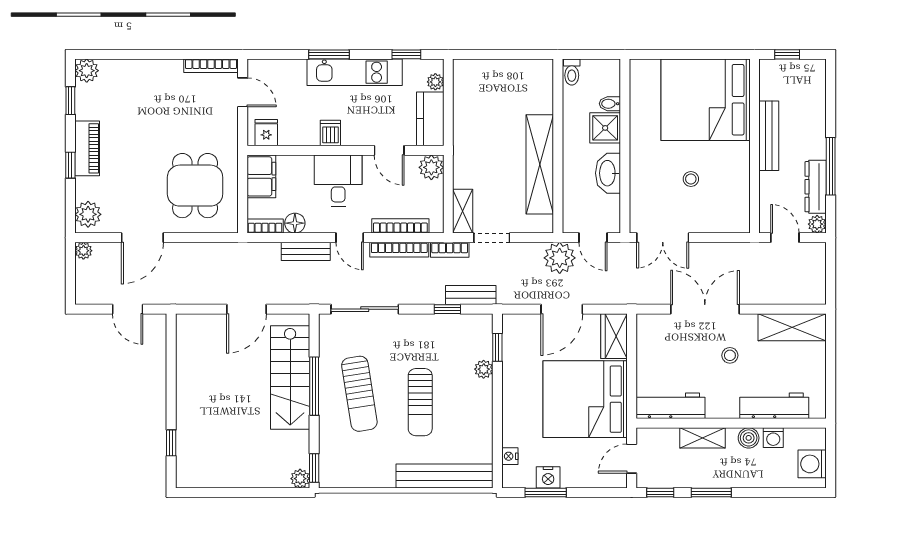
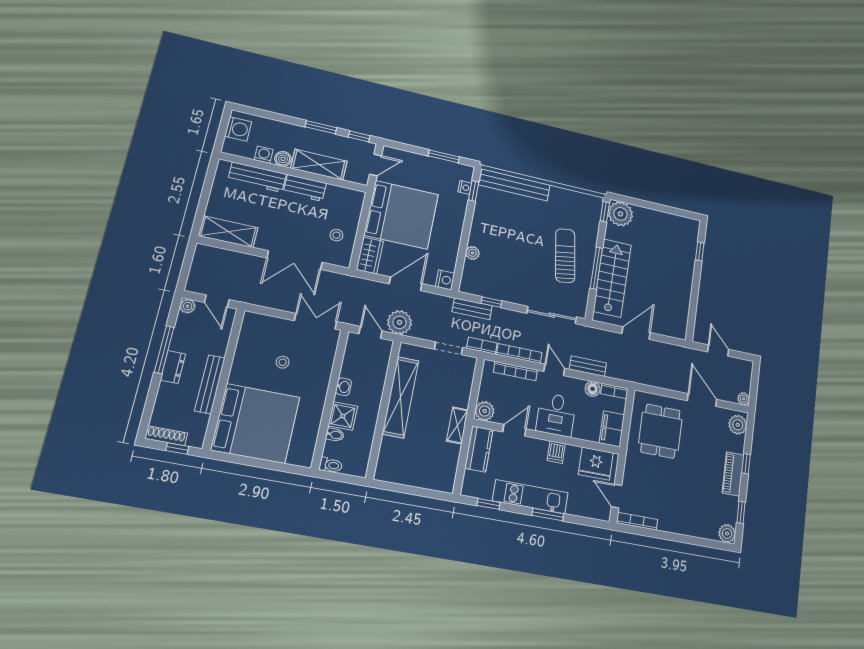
shoe rack: (803, 67) -> (166, 436), added
toilet: (572, 72) -> (331, 465), moved, turned 90
plant: (435, 82) -> (470, 478), removed
fridge: (266, 133) -> (596, 464), width x1.88, depth x1.34
door: (389, 150) -> (514, 430), hinge flipped
washbasin: (608, 173) -> (343, 387), width x0.52, depth x0.69
dresser: (816, 187) -> (173, 367), moved, width x0.70
shelving: (463, 211) -> (457, 425), moved
door: (142, 238) -> (702, 400), hinge flipped
window: (497, 347) -> (474, 191), moved
stool: (730, 355) -> (336, 235), moved
sun lounger: (420, 402) -> (523, 240), removed
workbench: (670, 406) -> (305, 188), moved, width x0.73
shelving: (703, 438) -> (319, 165), width x1.50, depth x1.33
nightstand: (548, 477) -> (445, 280), moved, turned 90
plant: (300, 479) -> (620, 214), width x1.87, depth x1.87

